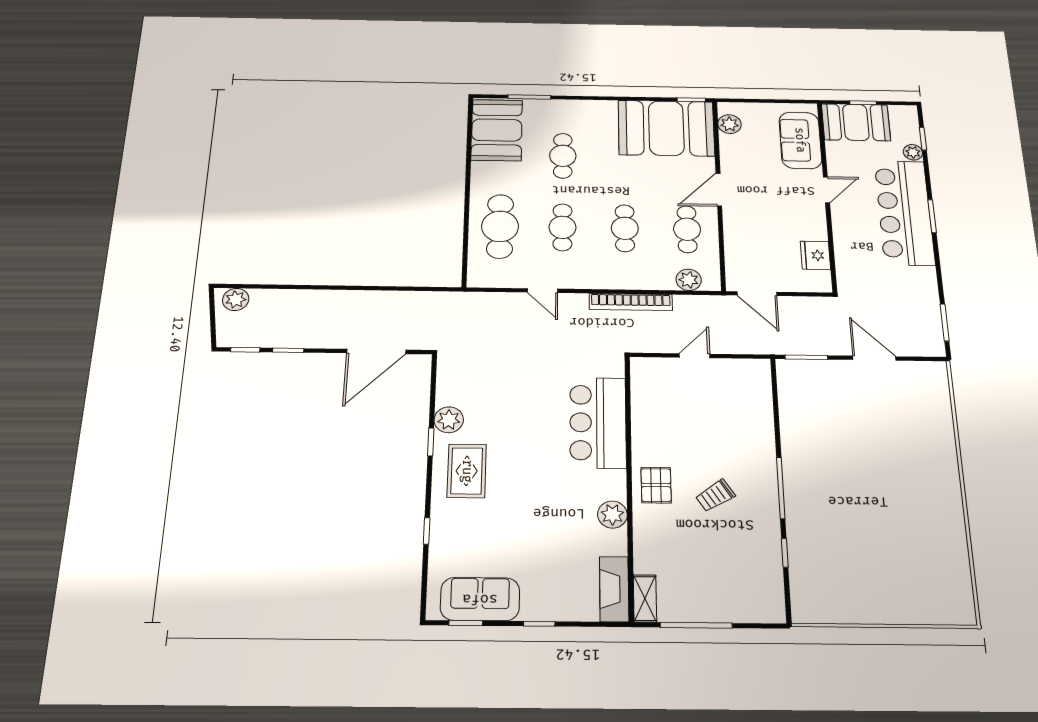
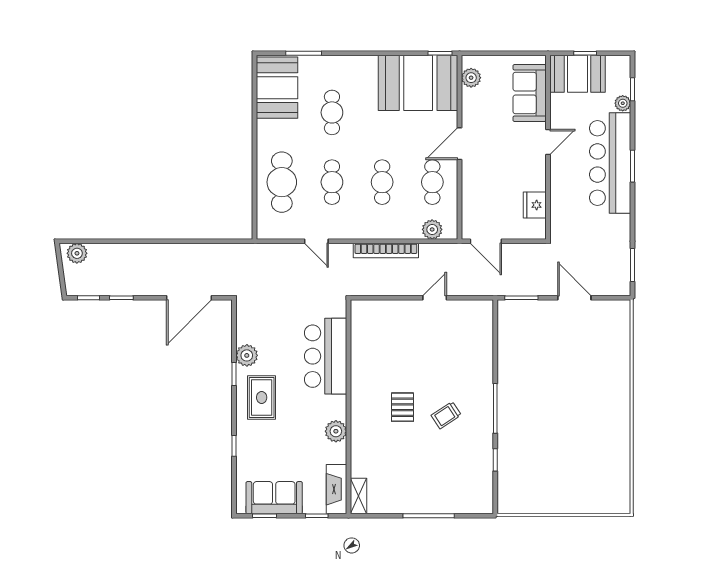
bar counter: (598, 423) -> (326, 356), moved
wall: (629, 484) -> (349, 407), moved
plant: (612, 515) -> (336, 431), moved
fireplace: (614, 589) -> (337, 489), moved
shelving: (645, 598) -> (359, 496), moved

